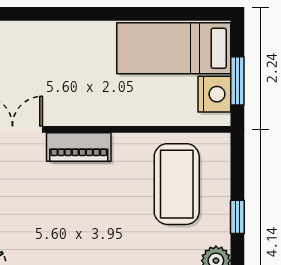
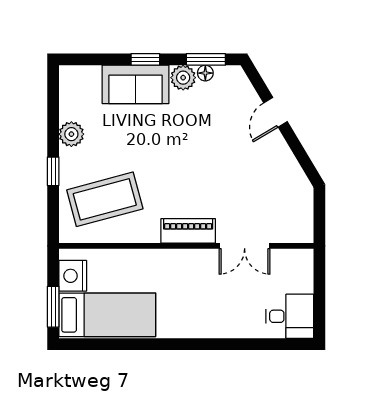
window: (237, 81) -> (53, 307), moved
coffee table: (177, 184) -> (105, 199), turned 75

